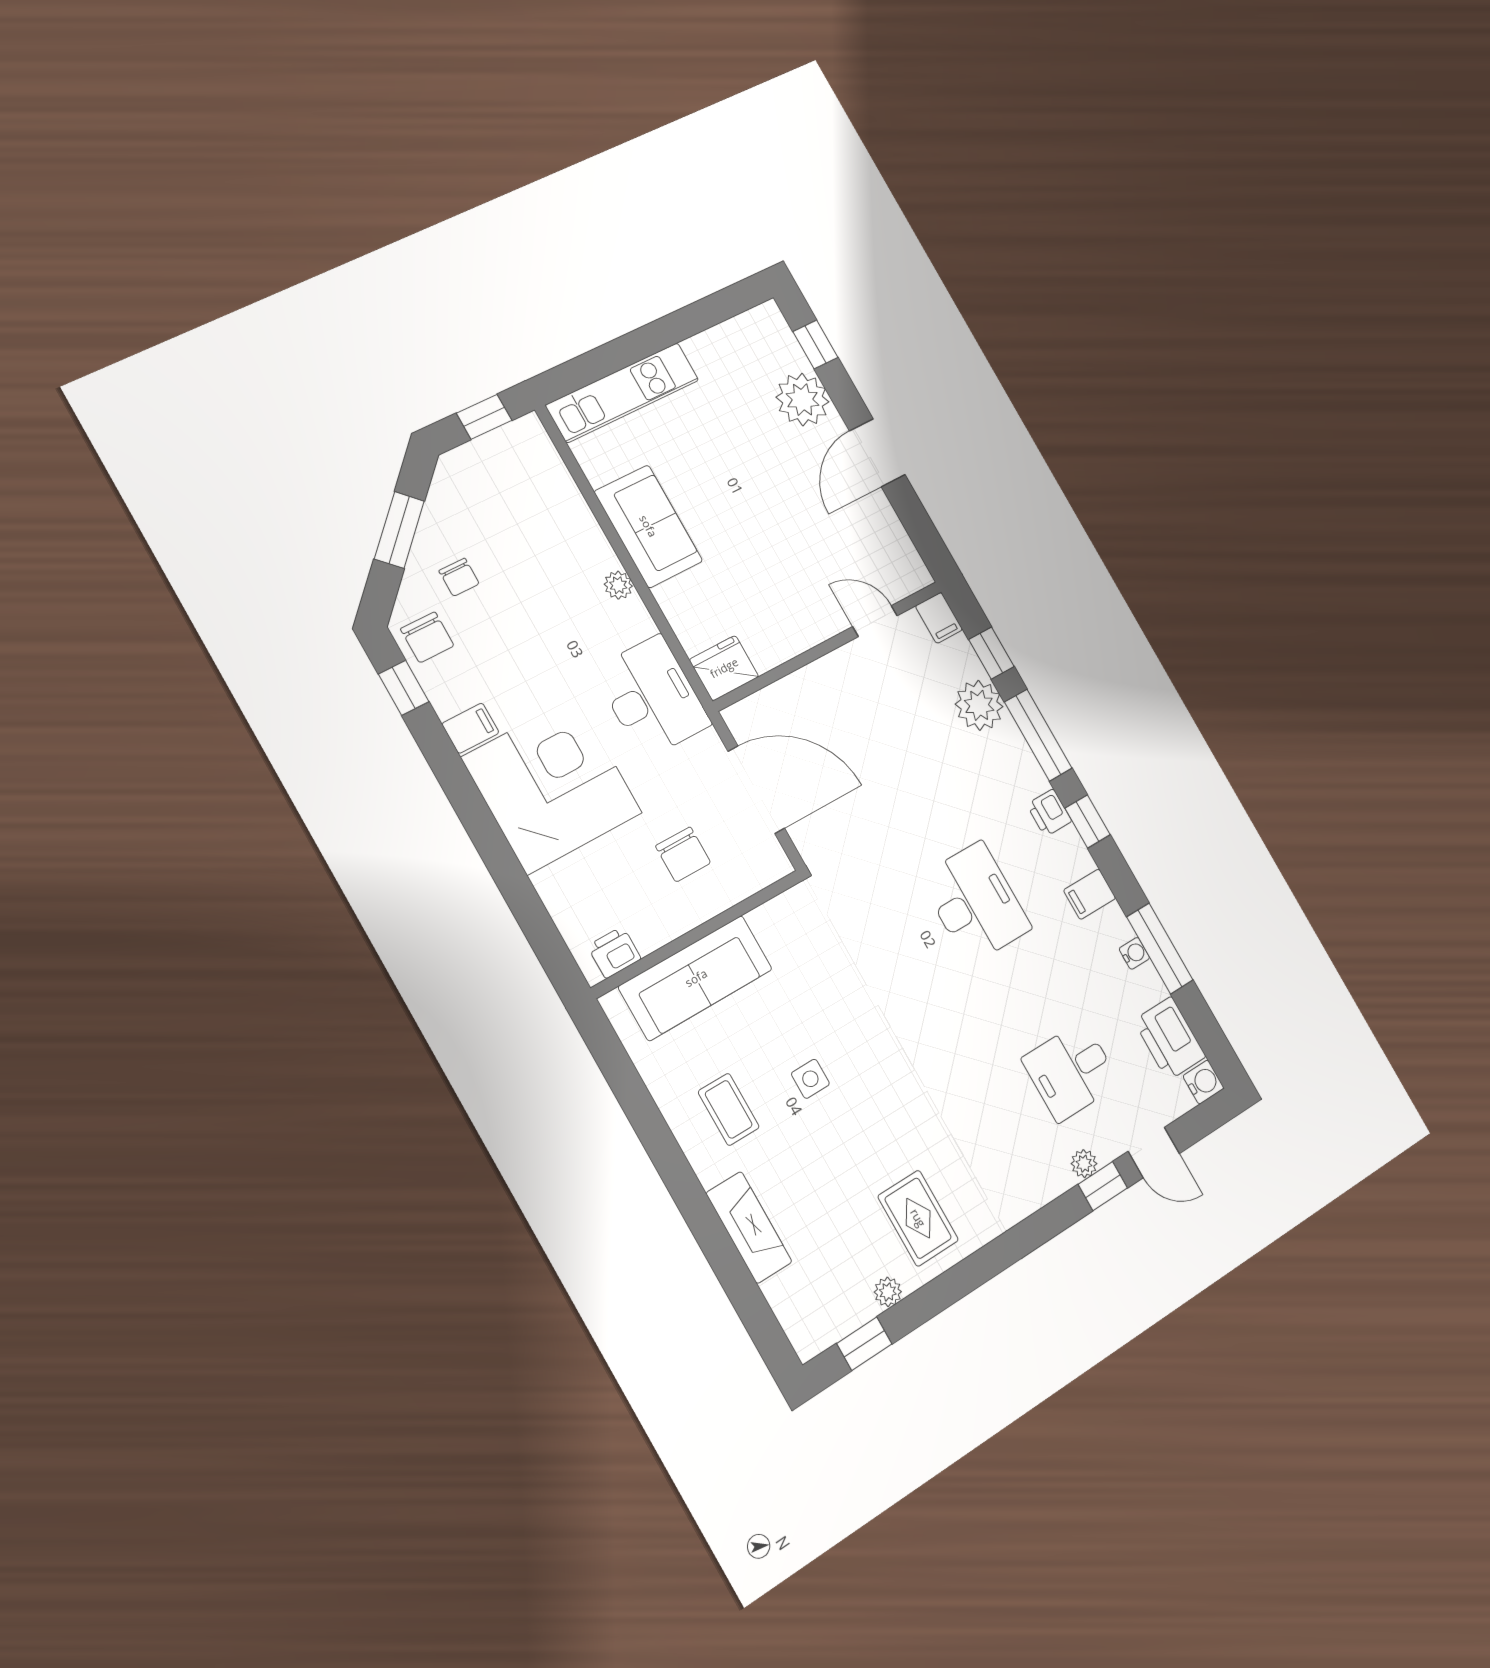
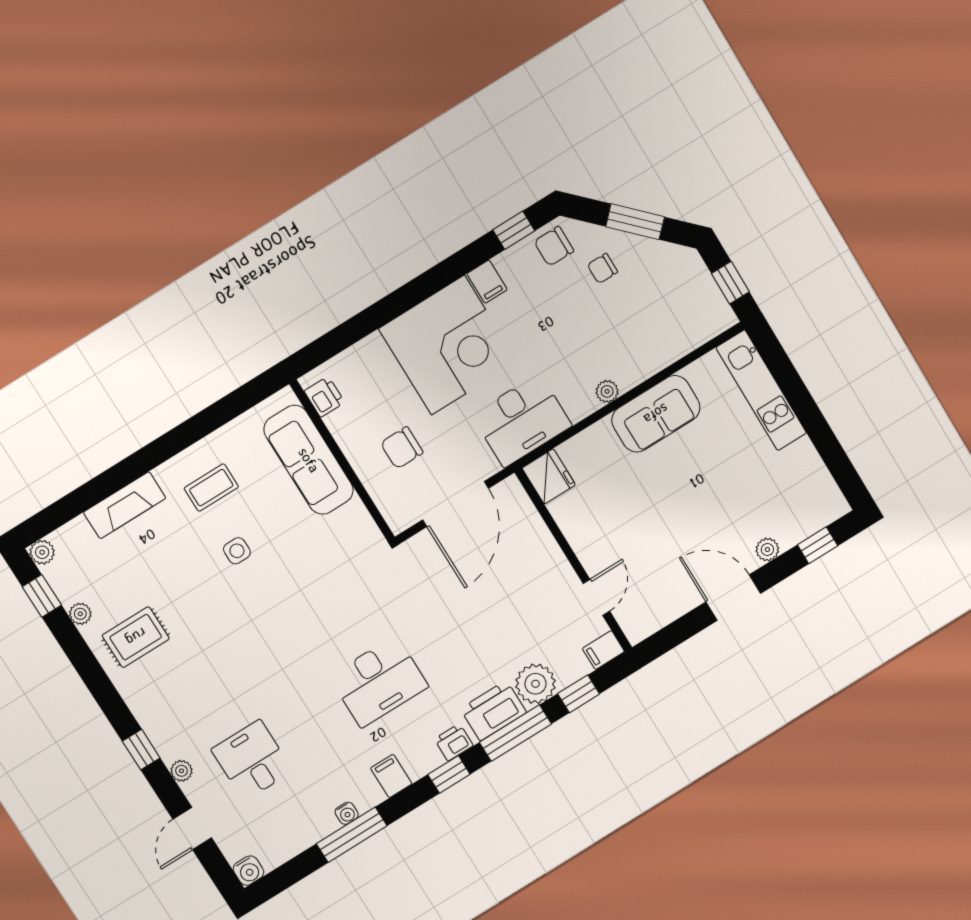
plant: (803, 400) -> (767, 550), width x0.53, depth x0.53
printer: (1170, 1039) -> (493, 711), moved
window: (1103, 1186) -> (141, 750), moved
plant: (808, 1342) -> (42, 552), added

